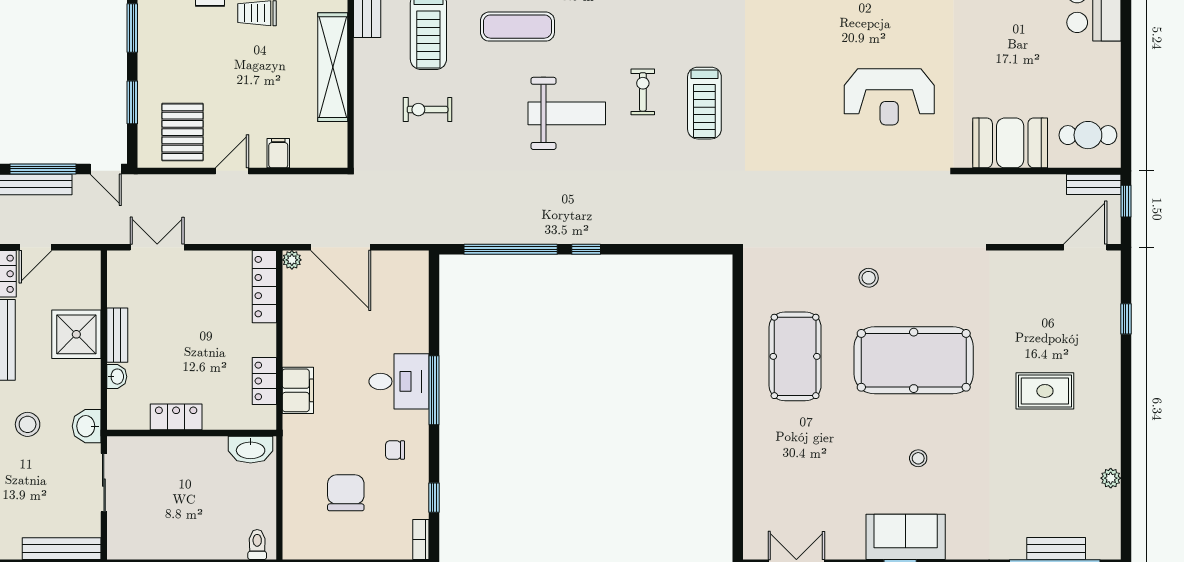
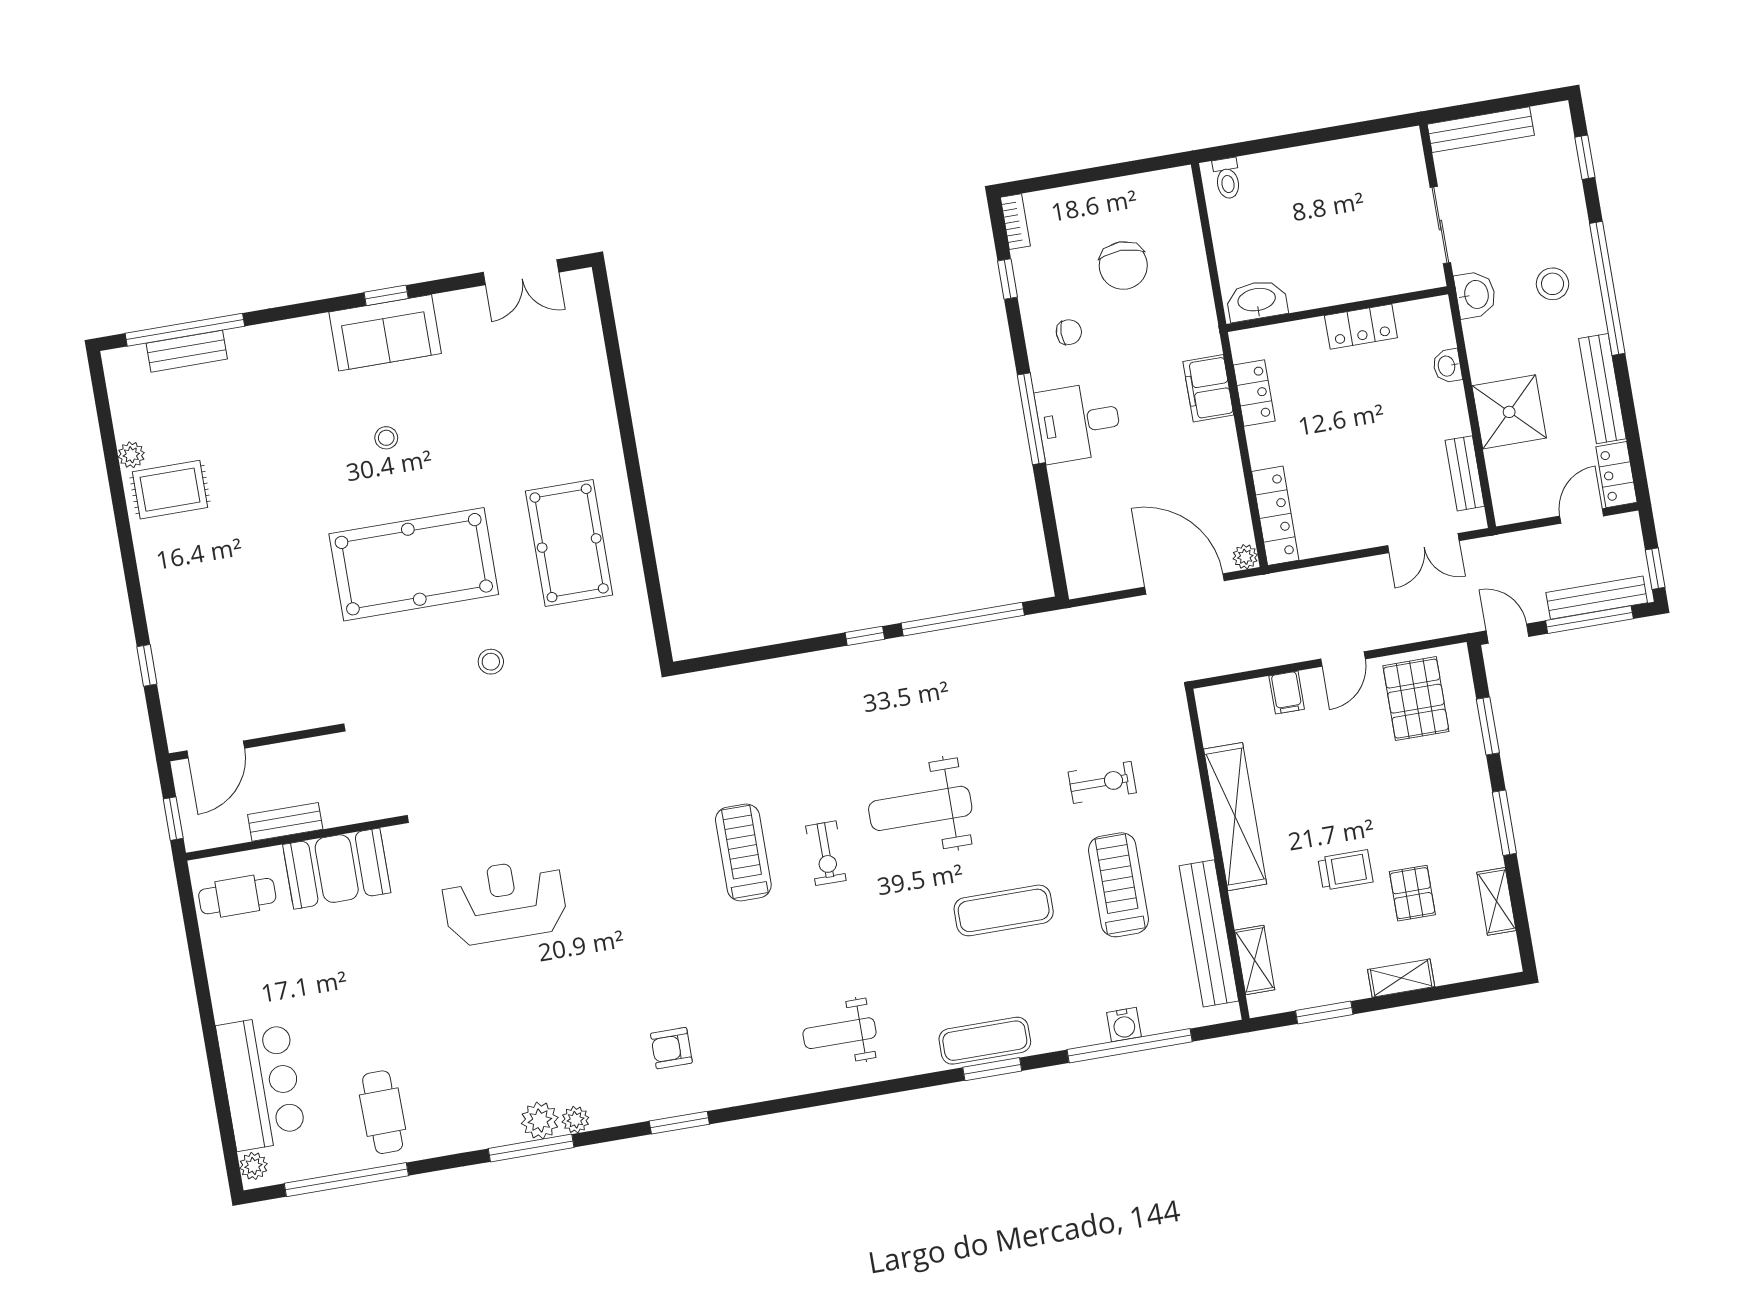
bench: (1094, 184) -> (285, 822), moved
bench: (117, 335) -> (1465, 473), moved
rug: (1045, 391) -> (170, 490), moved

